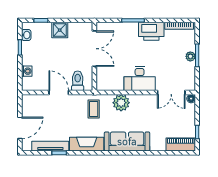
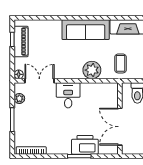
printer: (151, 31) -> (85, 145), moved
plant: (190, 56) -> (19, 99), moved
desk: (140, 79) -> (68, 95), width x0.73
piano: (181, 144) -> (21, 41), moved, turned -90

